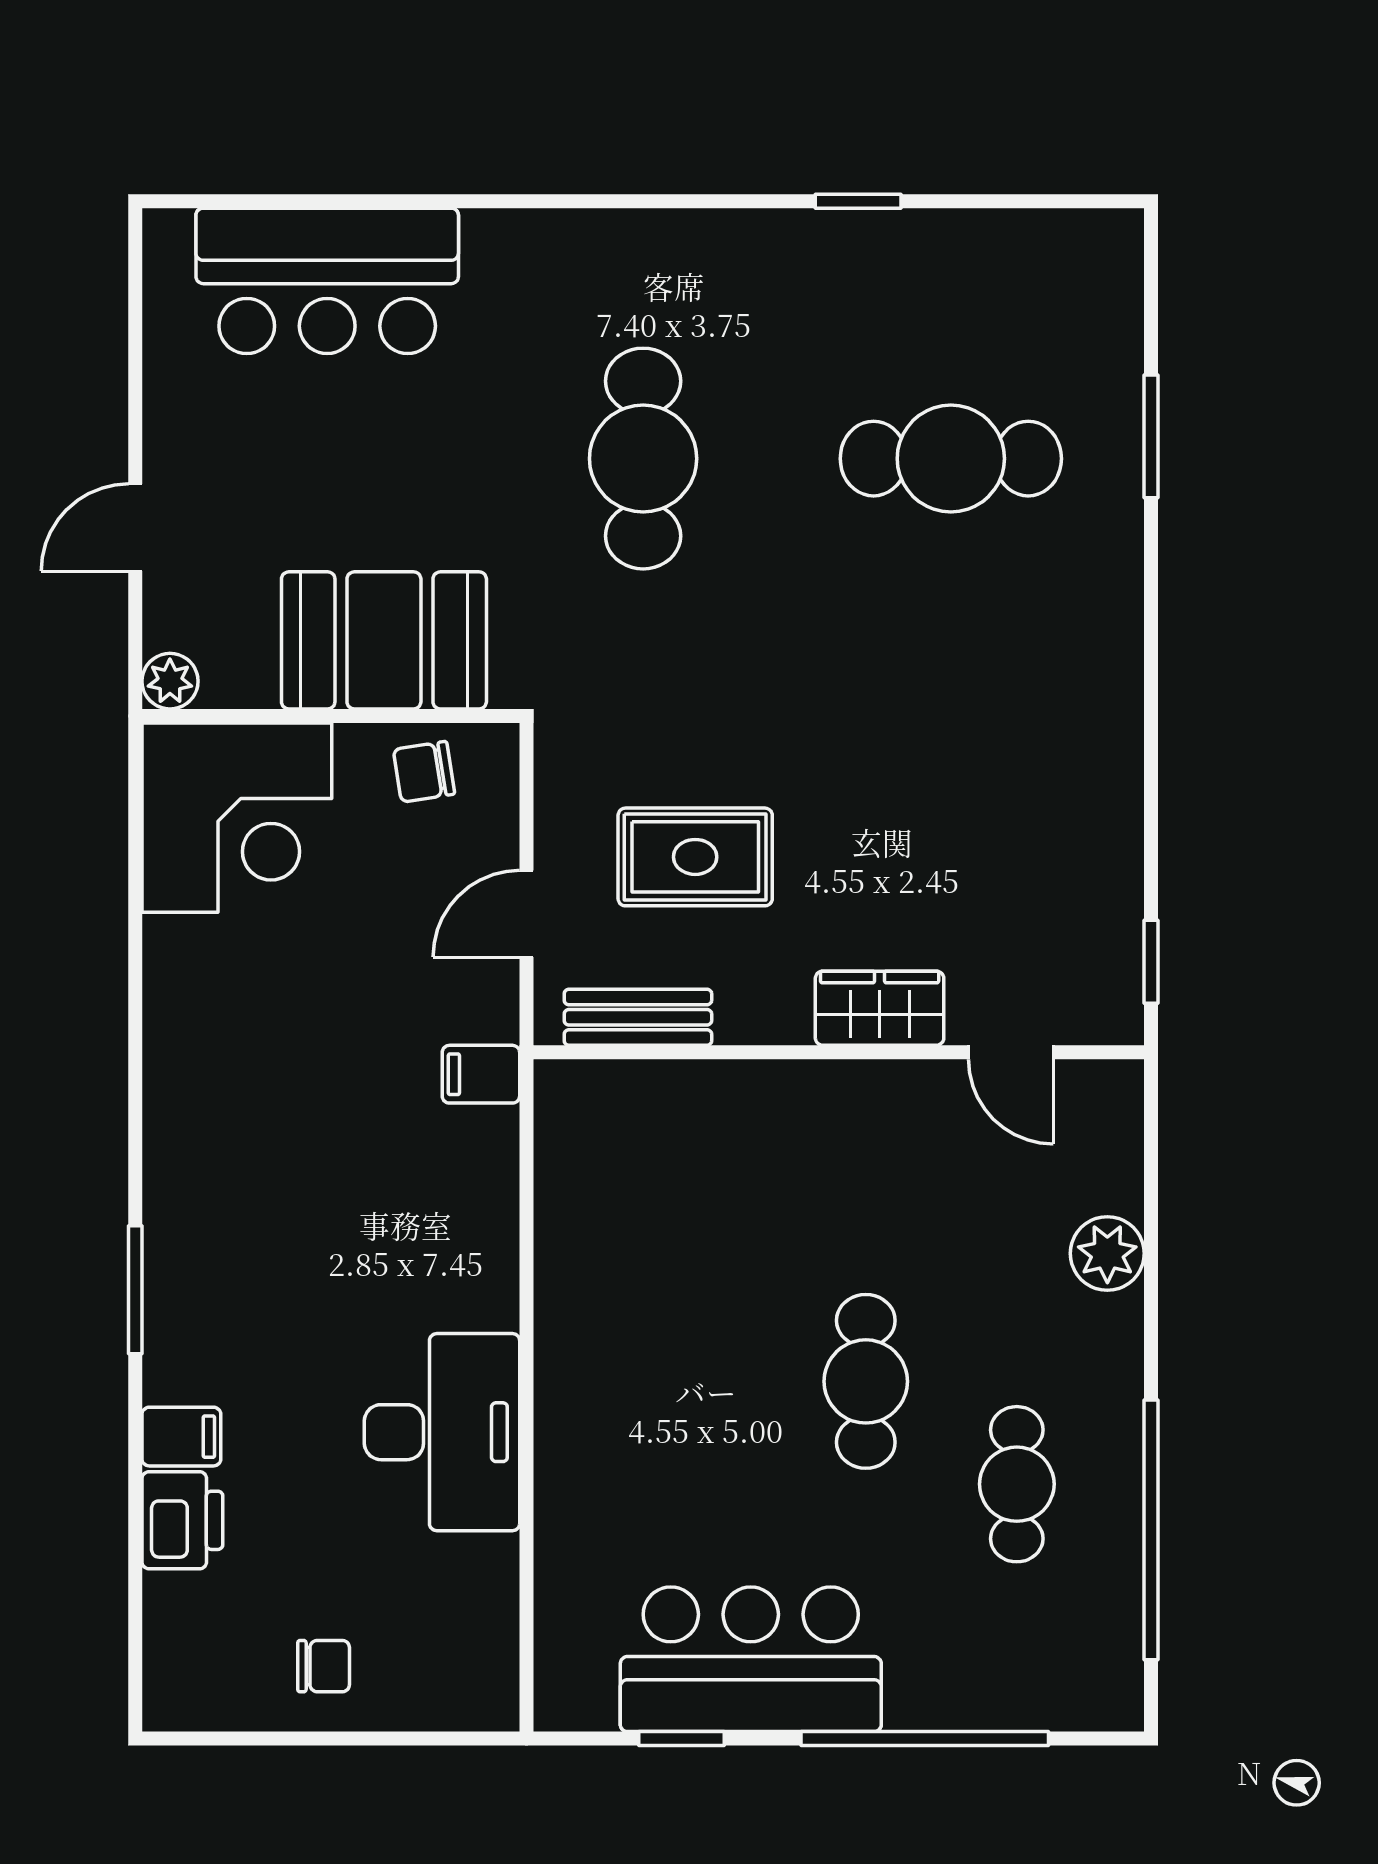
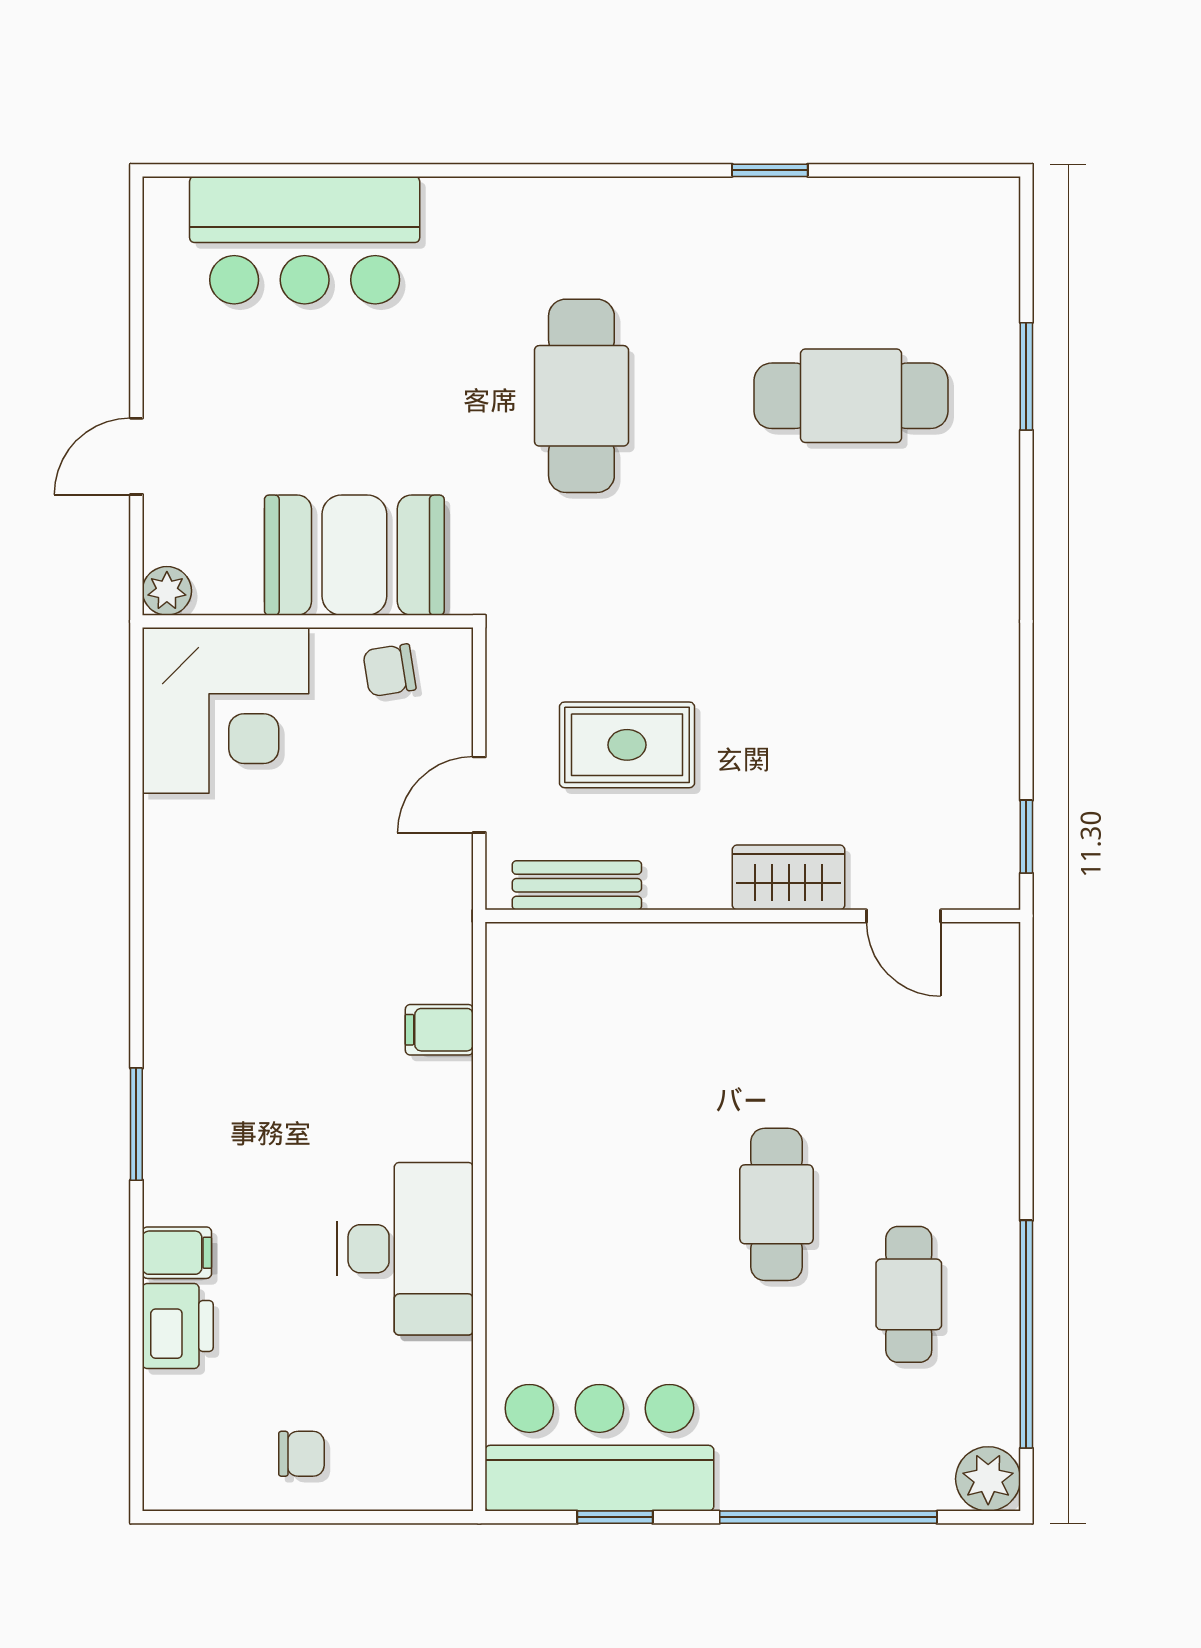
filing cabinet: (481, 1074) -> (439, 1030), moved
plant: (1107, 1253) -> (988, 1479), moved
bar counter: (751, 1659) -> (599, 1448), moved

